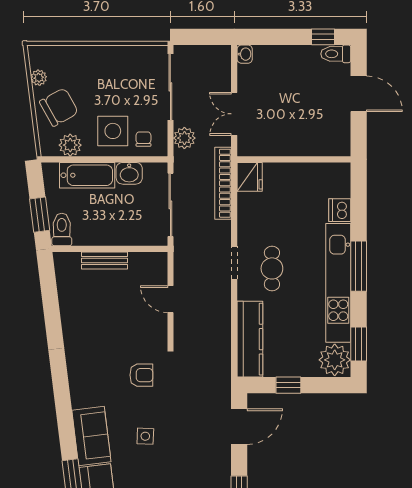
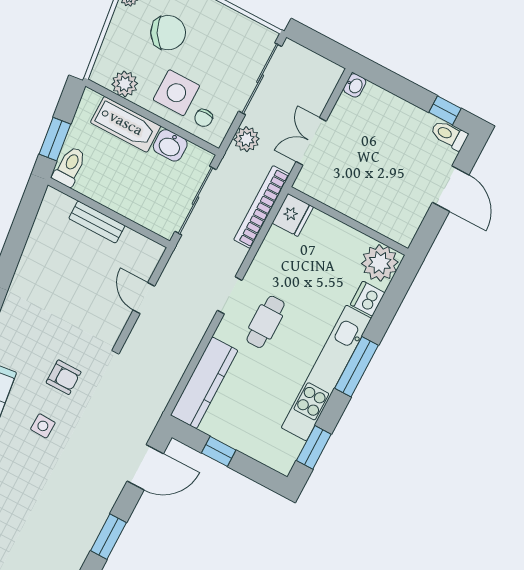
chair: (59, 107) -> (168, 33), moved
chair: (143, 139) -> (204, 118), turned 180
plant: (335, 360) -> (380, 263), moved
armchair: (141, 375) -> (64, 377), moved

